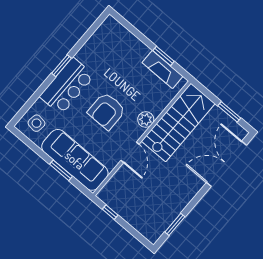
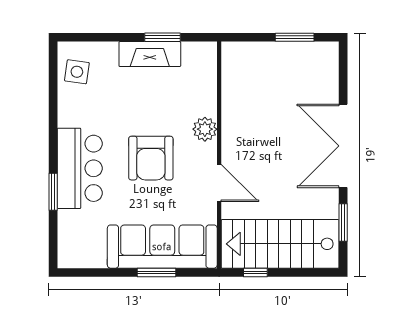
window: (61, 66) -> (53, 192), moved
fireplace: (162, 69) -> (150, 54), moved
stairs: (178, 122) -> (280, 244), moved, turned -90
side table: (36, 123) -> (77, 72), moved
double door: (226, 164) -> (343, 146), moved

